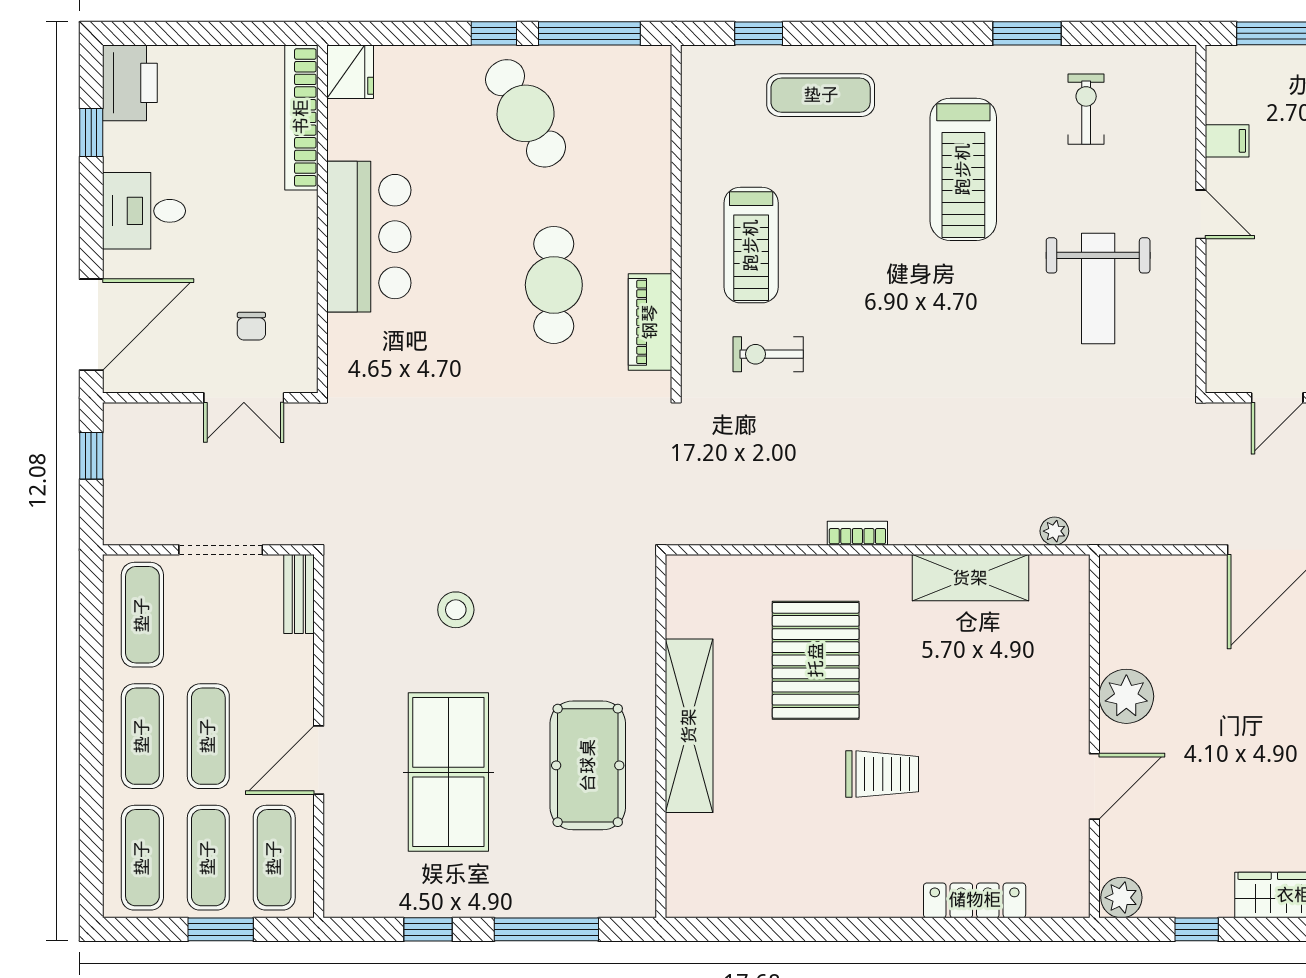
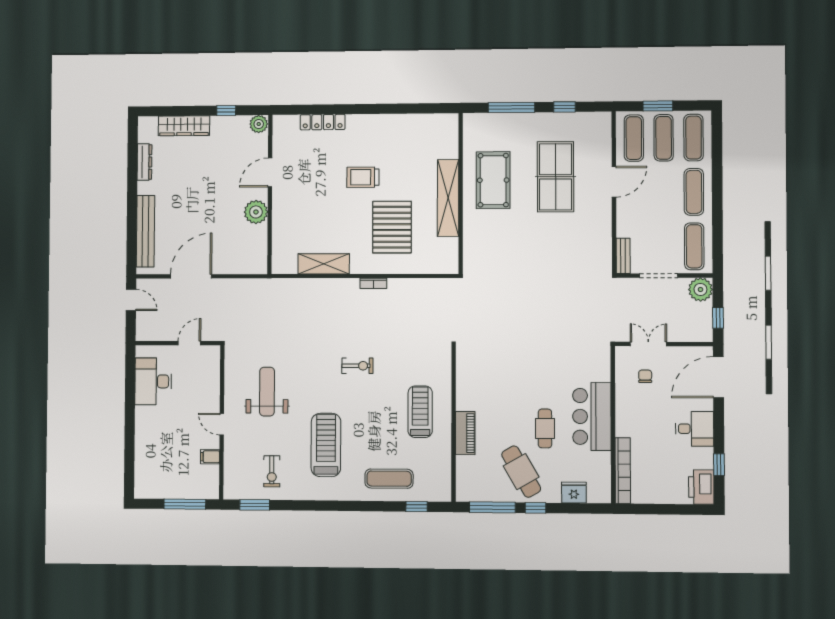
window: (1027, 33) -> (255, 505), moved
fridge: (350, 72) -> (574, 493), moved, turned 90
cafe table: (554, 285) -> (545, 428), moved, width x0.73, depth x0.74
piano: (650, 322) -> (465, 433), moved
exercise bike: (768, 354) -> (357, 366), moved
plant: (1054, 531) -> (700, 290), moved, width x1.87, depth x1.87
stool: (456, 610) -> (552, 249), removed
exercise mat: (208, 736) -> (664, 192), removed

